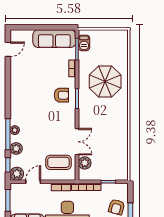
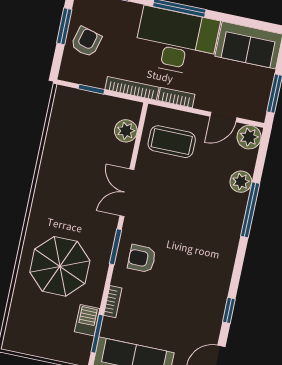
barbecue: (84, 43) -> (87, 320), moved
plant: (15, 130) -> (237, 214), removed
double door: (77, 142) -> (127, 193), moved
window: (8, 165) -> (229, 310), moved

